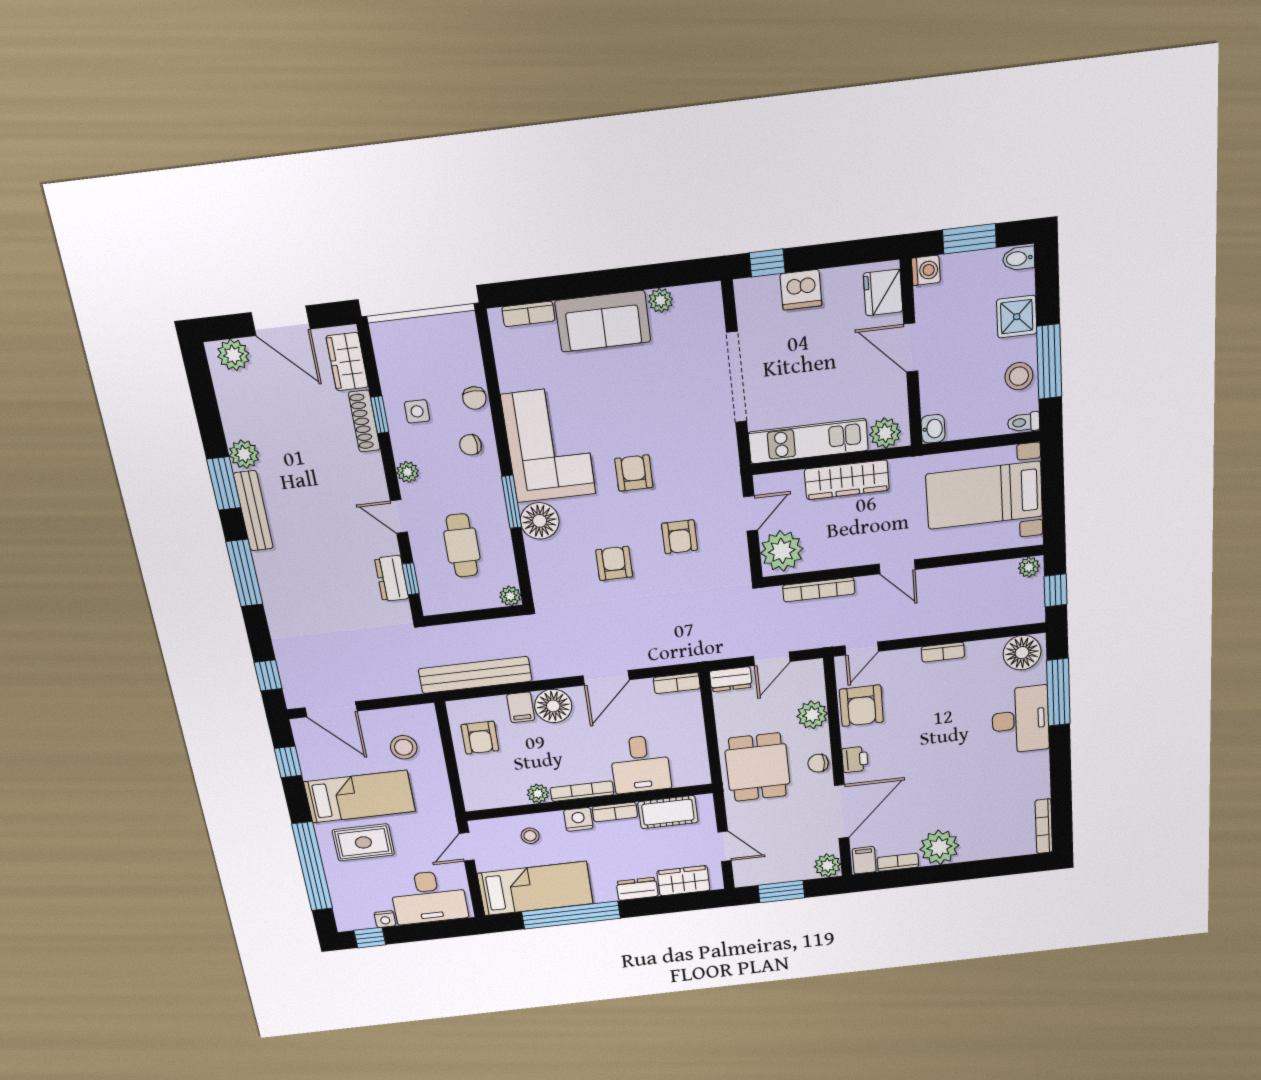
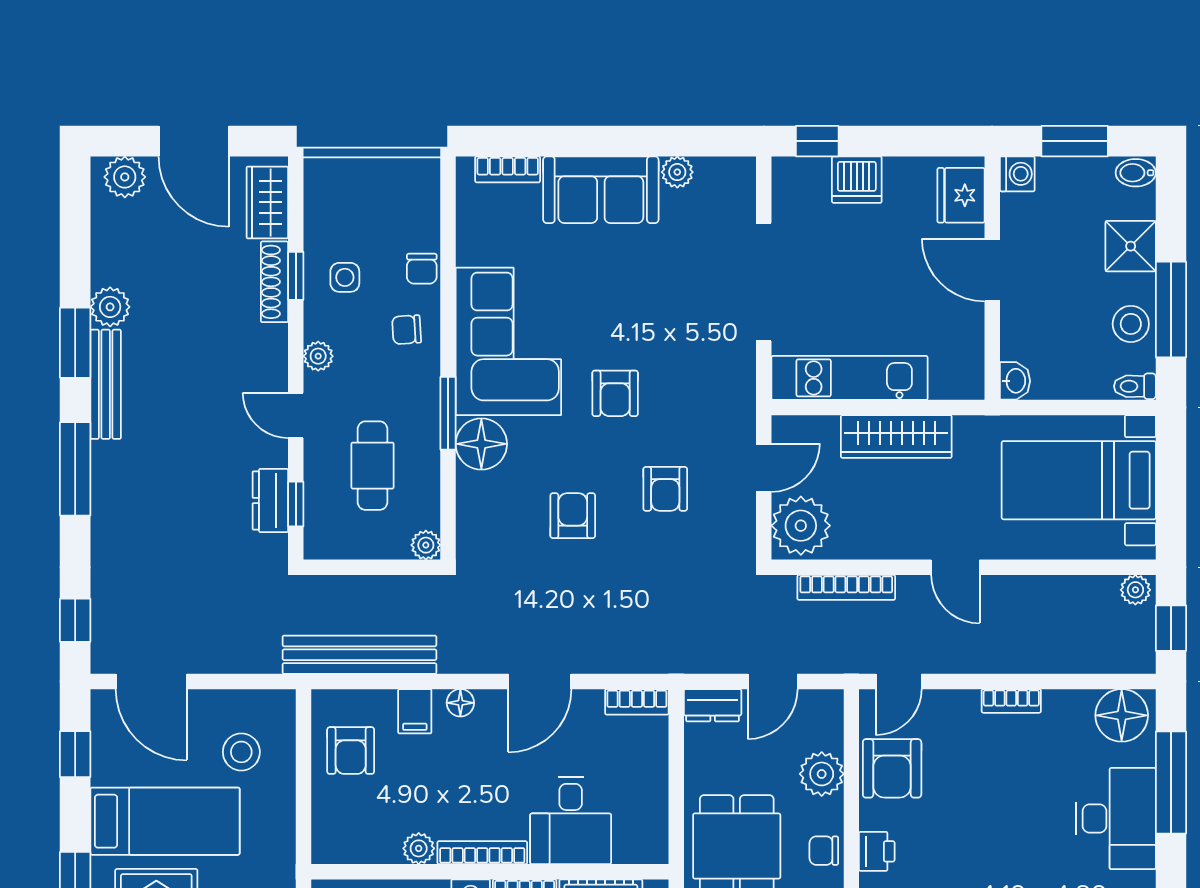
plant: (885, 433) -> (951, 379), removed
armchair: (634, 473) -> (615, 393), turned 180
floor lamp: (553, 706) -> (460, 703), width x0.53, depth x0.53

